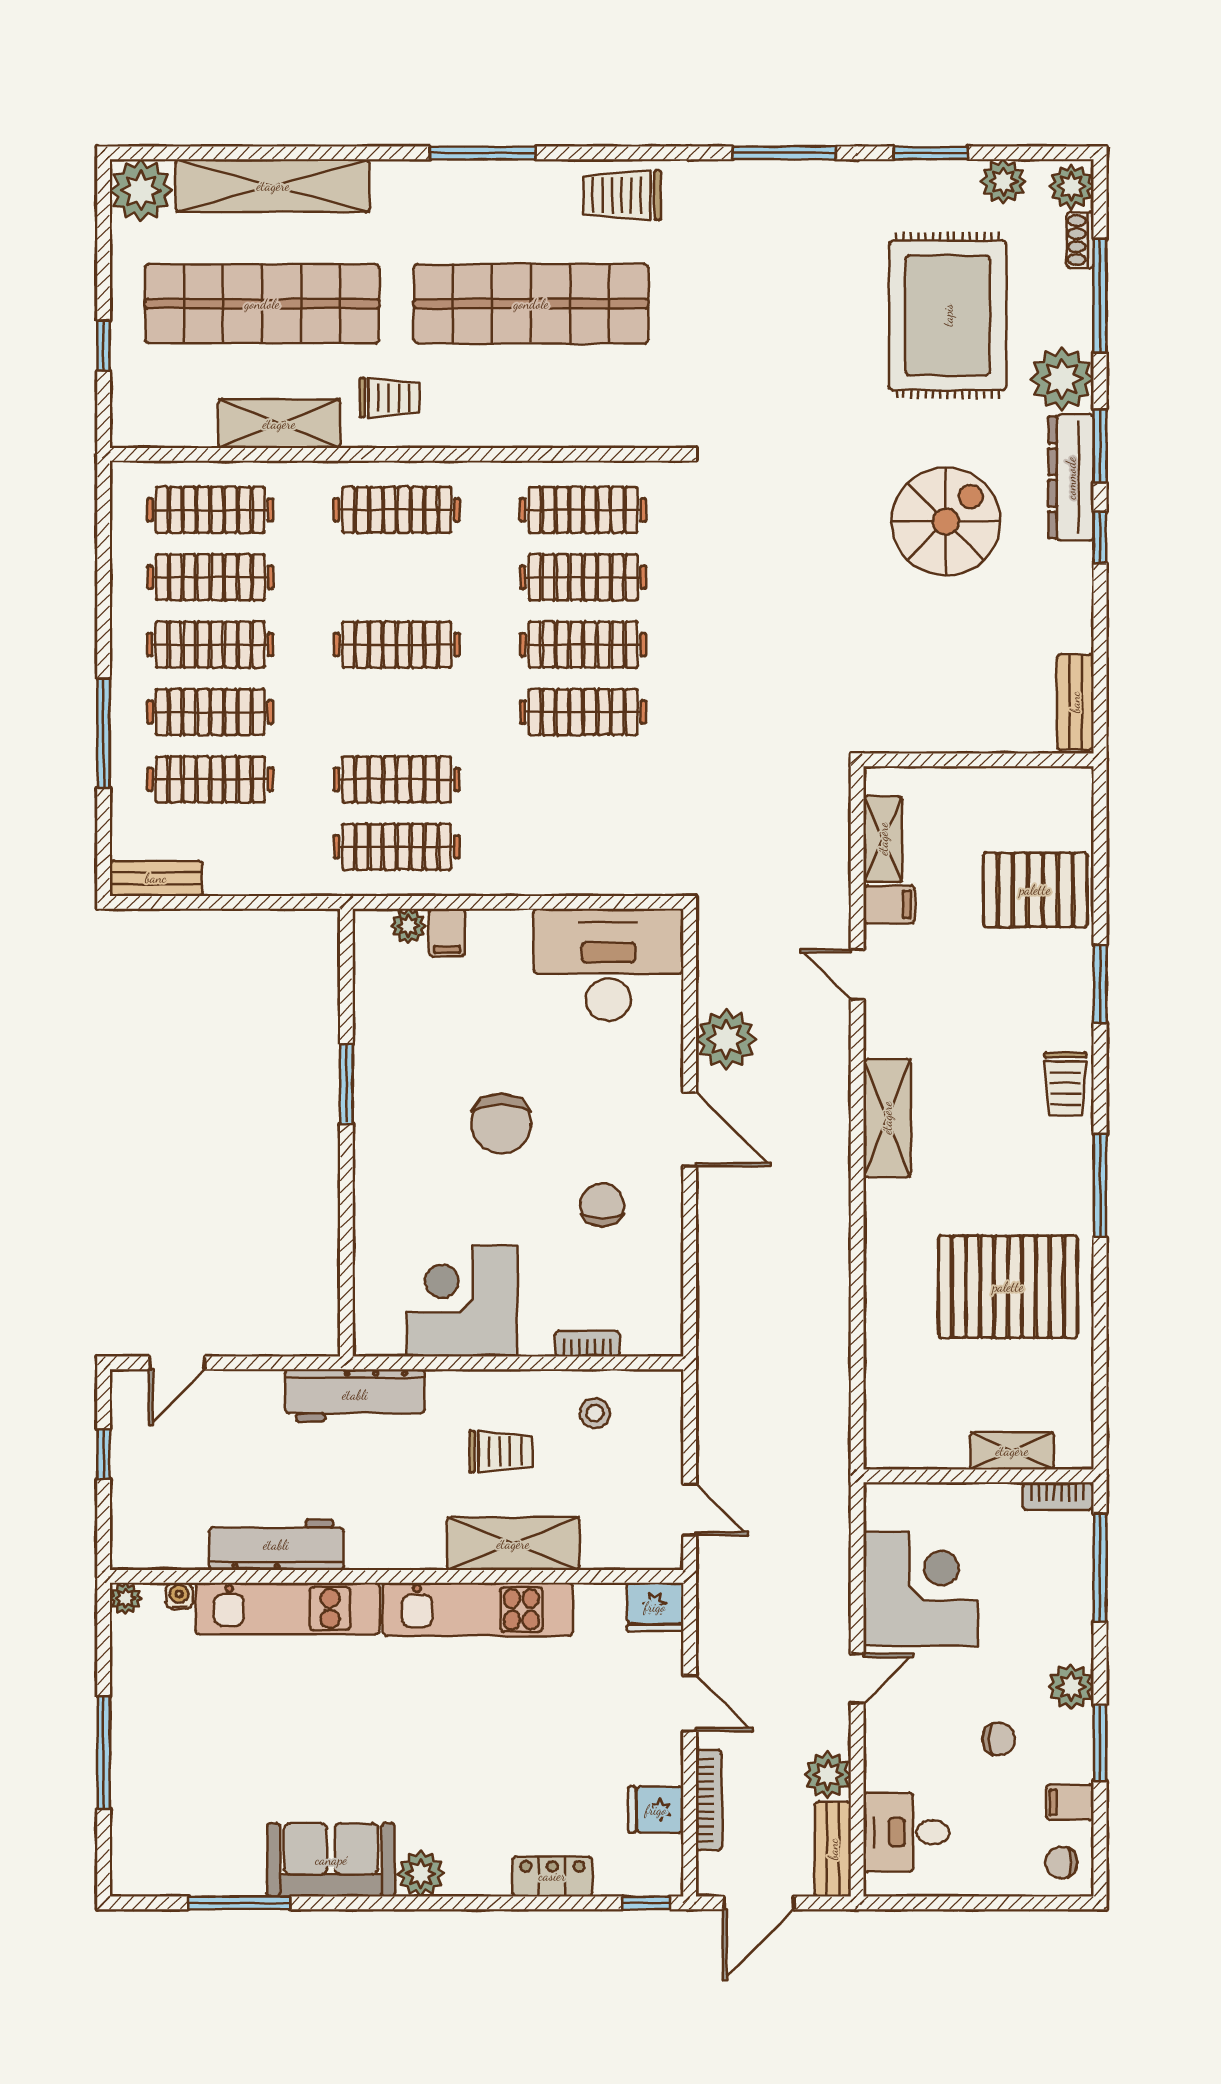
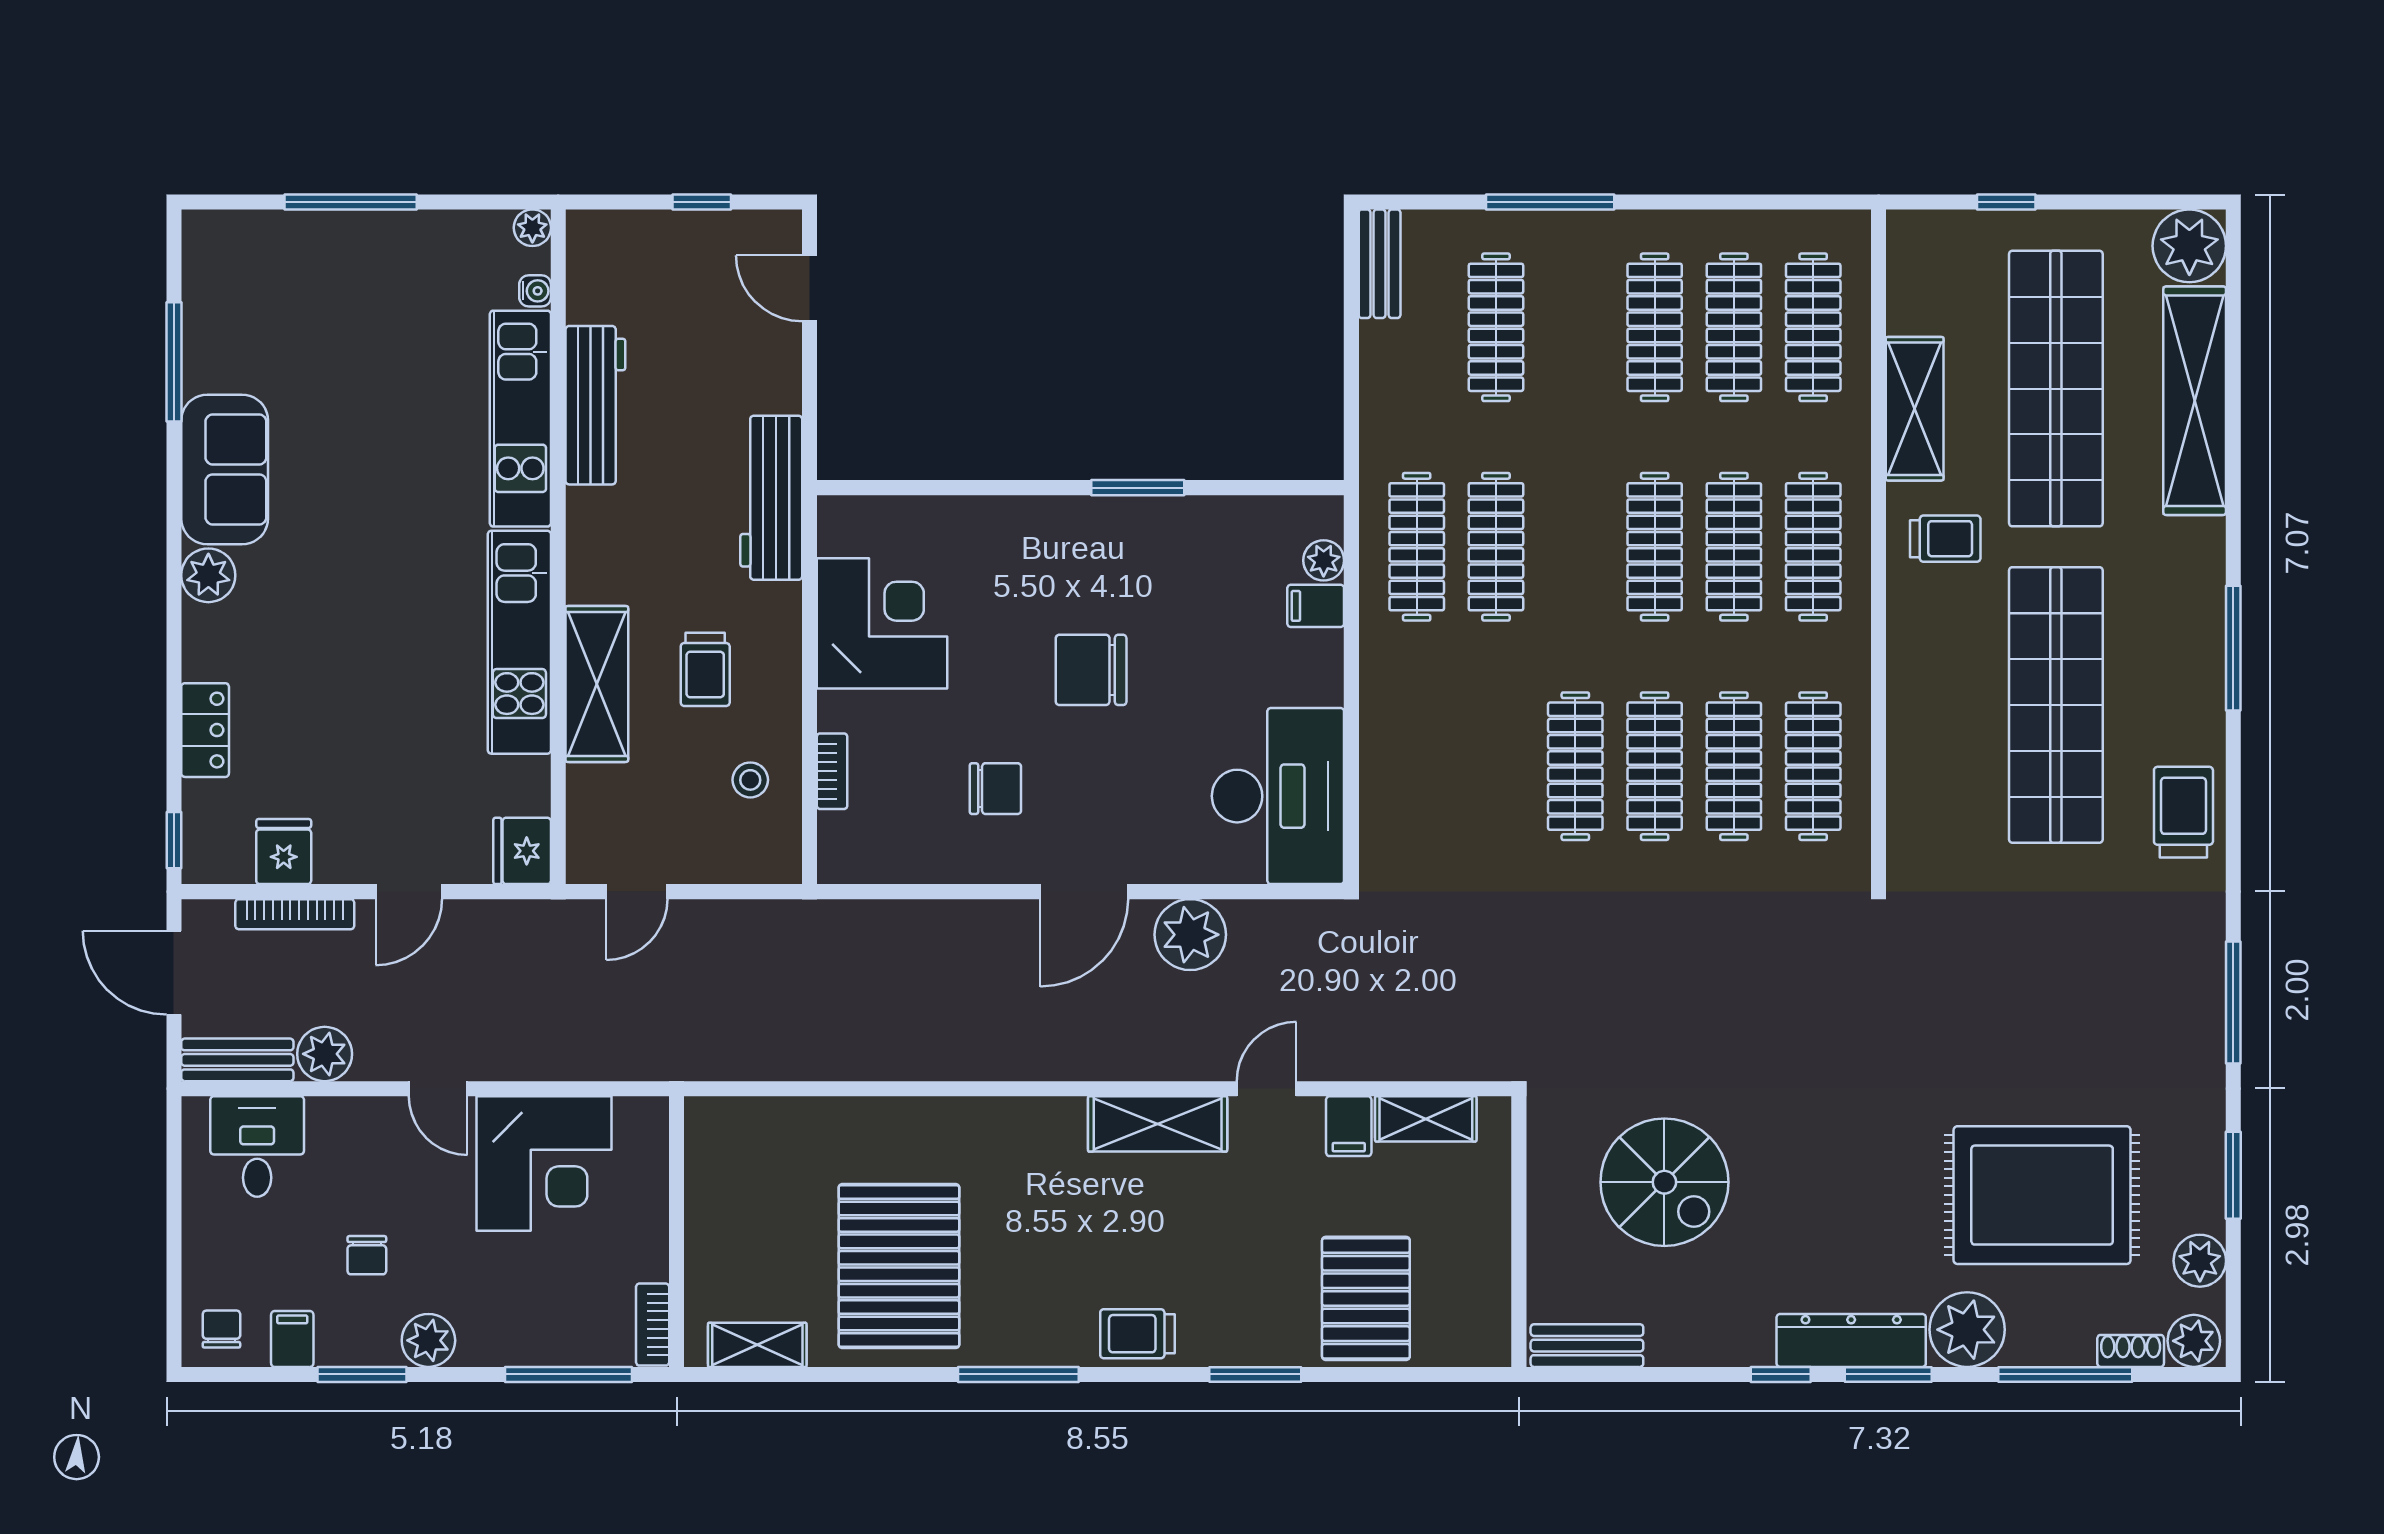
trolley: (390, 398) -> (1945, 539), turned -90
spiral stairs: (946, 522) -> (1664, 1182), moved
clothes rail: (210, 712) -> (1734, 547), moved
shelving: (887, 1118) -> (1158, 1124), moved
shelving: (1012, 1451) -> (757, 1345), moved, turned 90

